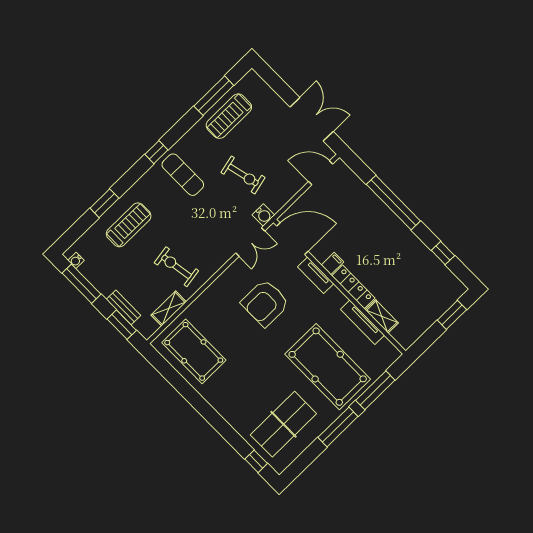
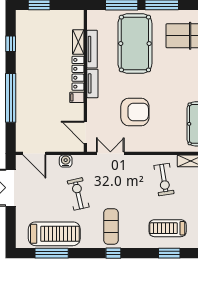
treadmill: (229, 116) -> (54, 234), width x1.37, depth x1.38
water cooler: (263, 215) -> (66, 161), moved
door: (292, 239) -> (85, 133), width x0.73
tv unit: (316, 275) -> (92, 83), moved

